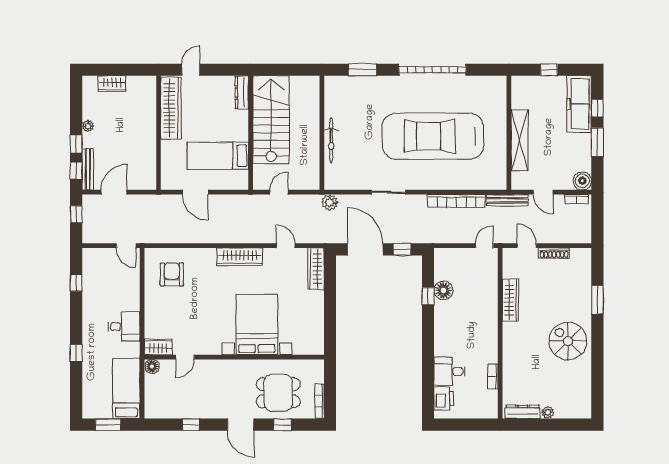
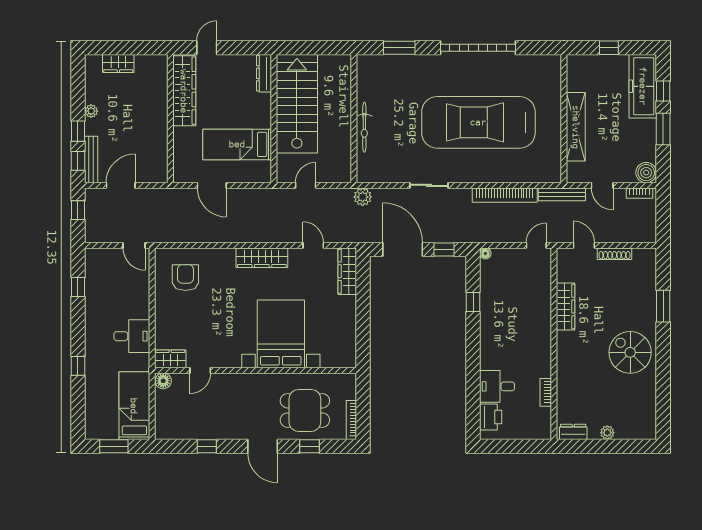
floor lamp: (443, 290) -> (485, 253), moved, width x0.53, depth x0.53
dresser: (523, 412) -> (573, 432), width x0.70

